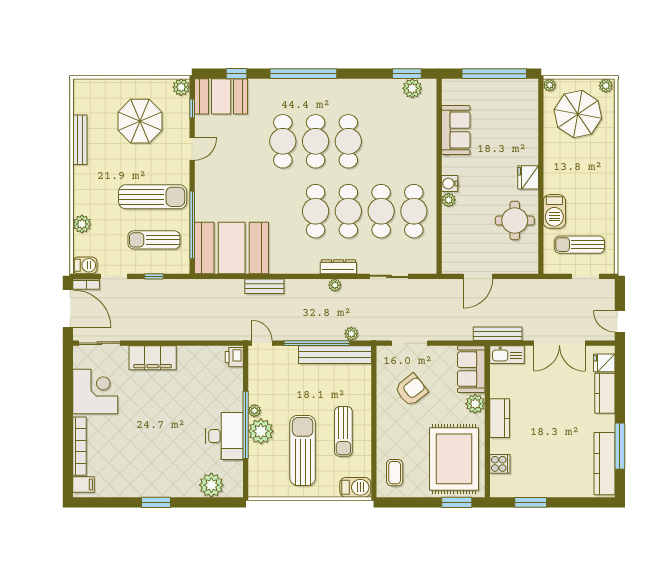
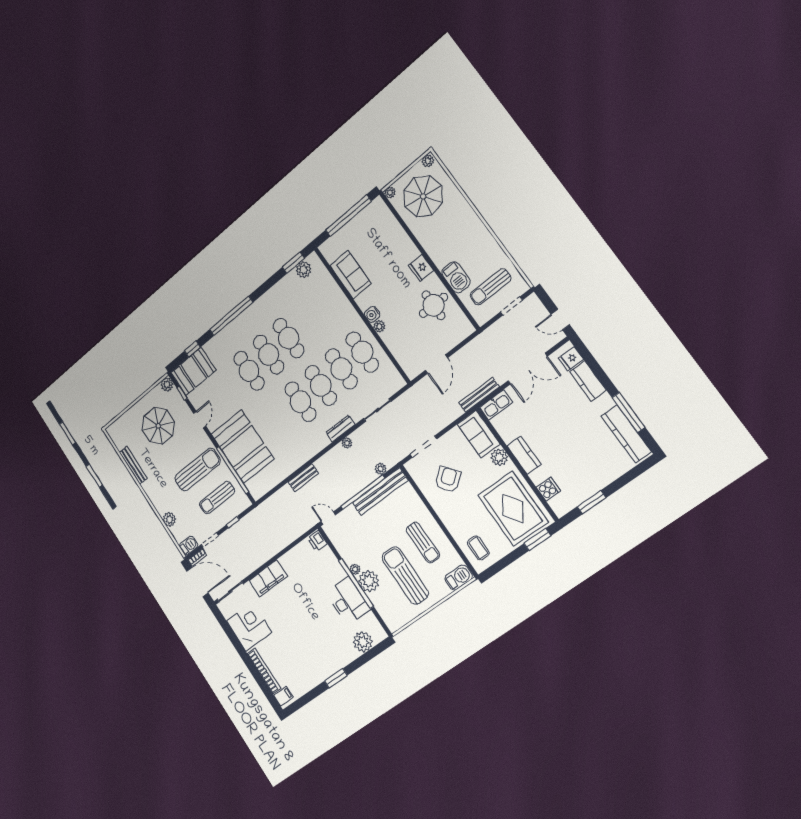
booth: (232, 248) -> (242, 446), moved, turned 90

